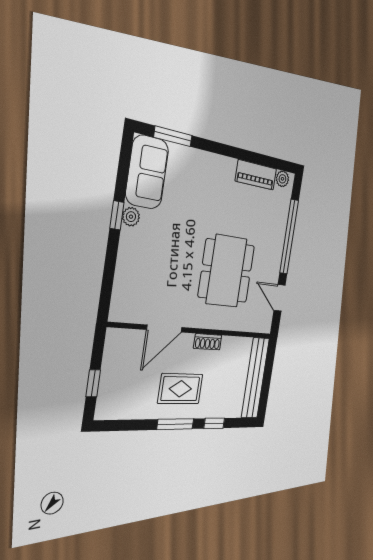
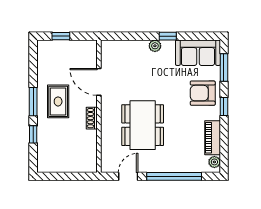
window: (222, 149) -> (224, 107), added
armchair: (201, 177) -> (203, 93), added
plant: (131, 217) -> (155, 46), moved
dining table: (227, 271) -> (143, 125), turned 90
bench: (255, 378) -> (67, 165), removed

